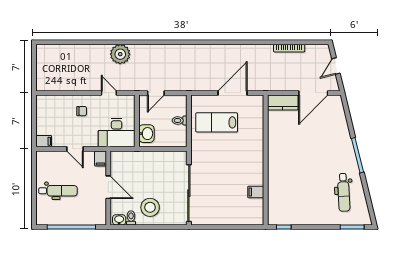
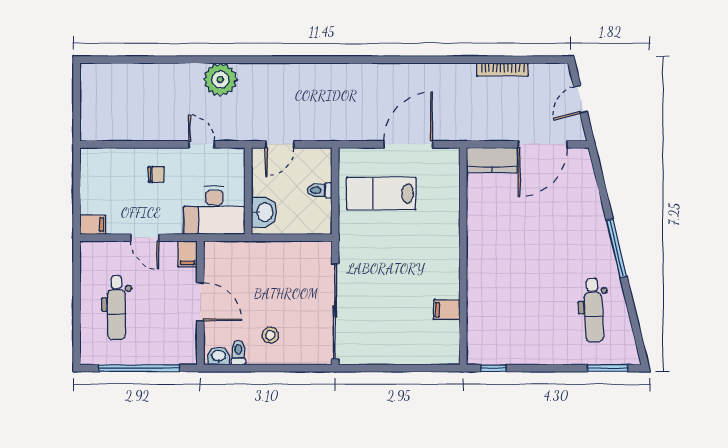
dental chair: (58, 191) -> (116, 308), turned 90
stool: (150, 207) -> (270, 335), width x0.53, depth x0.53

